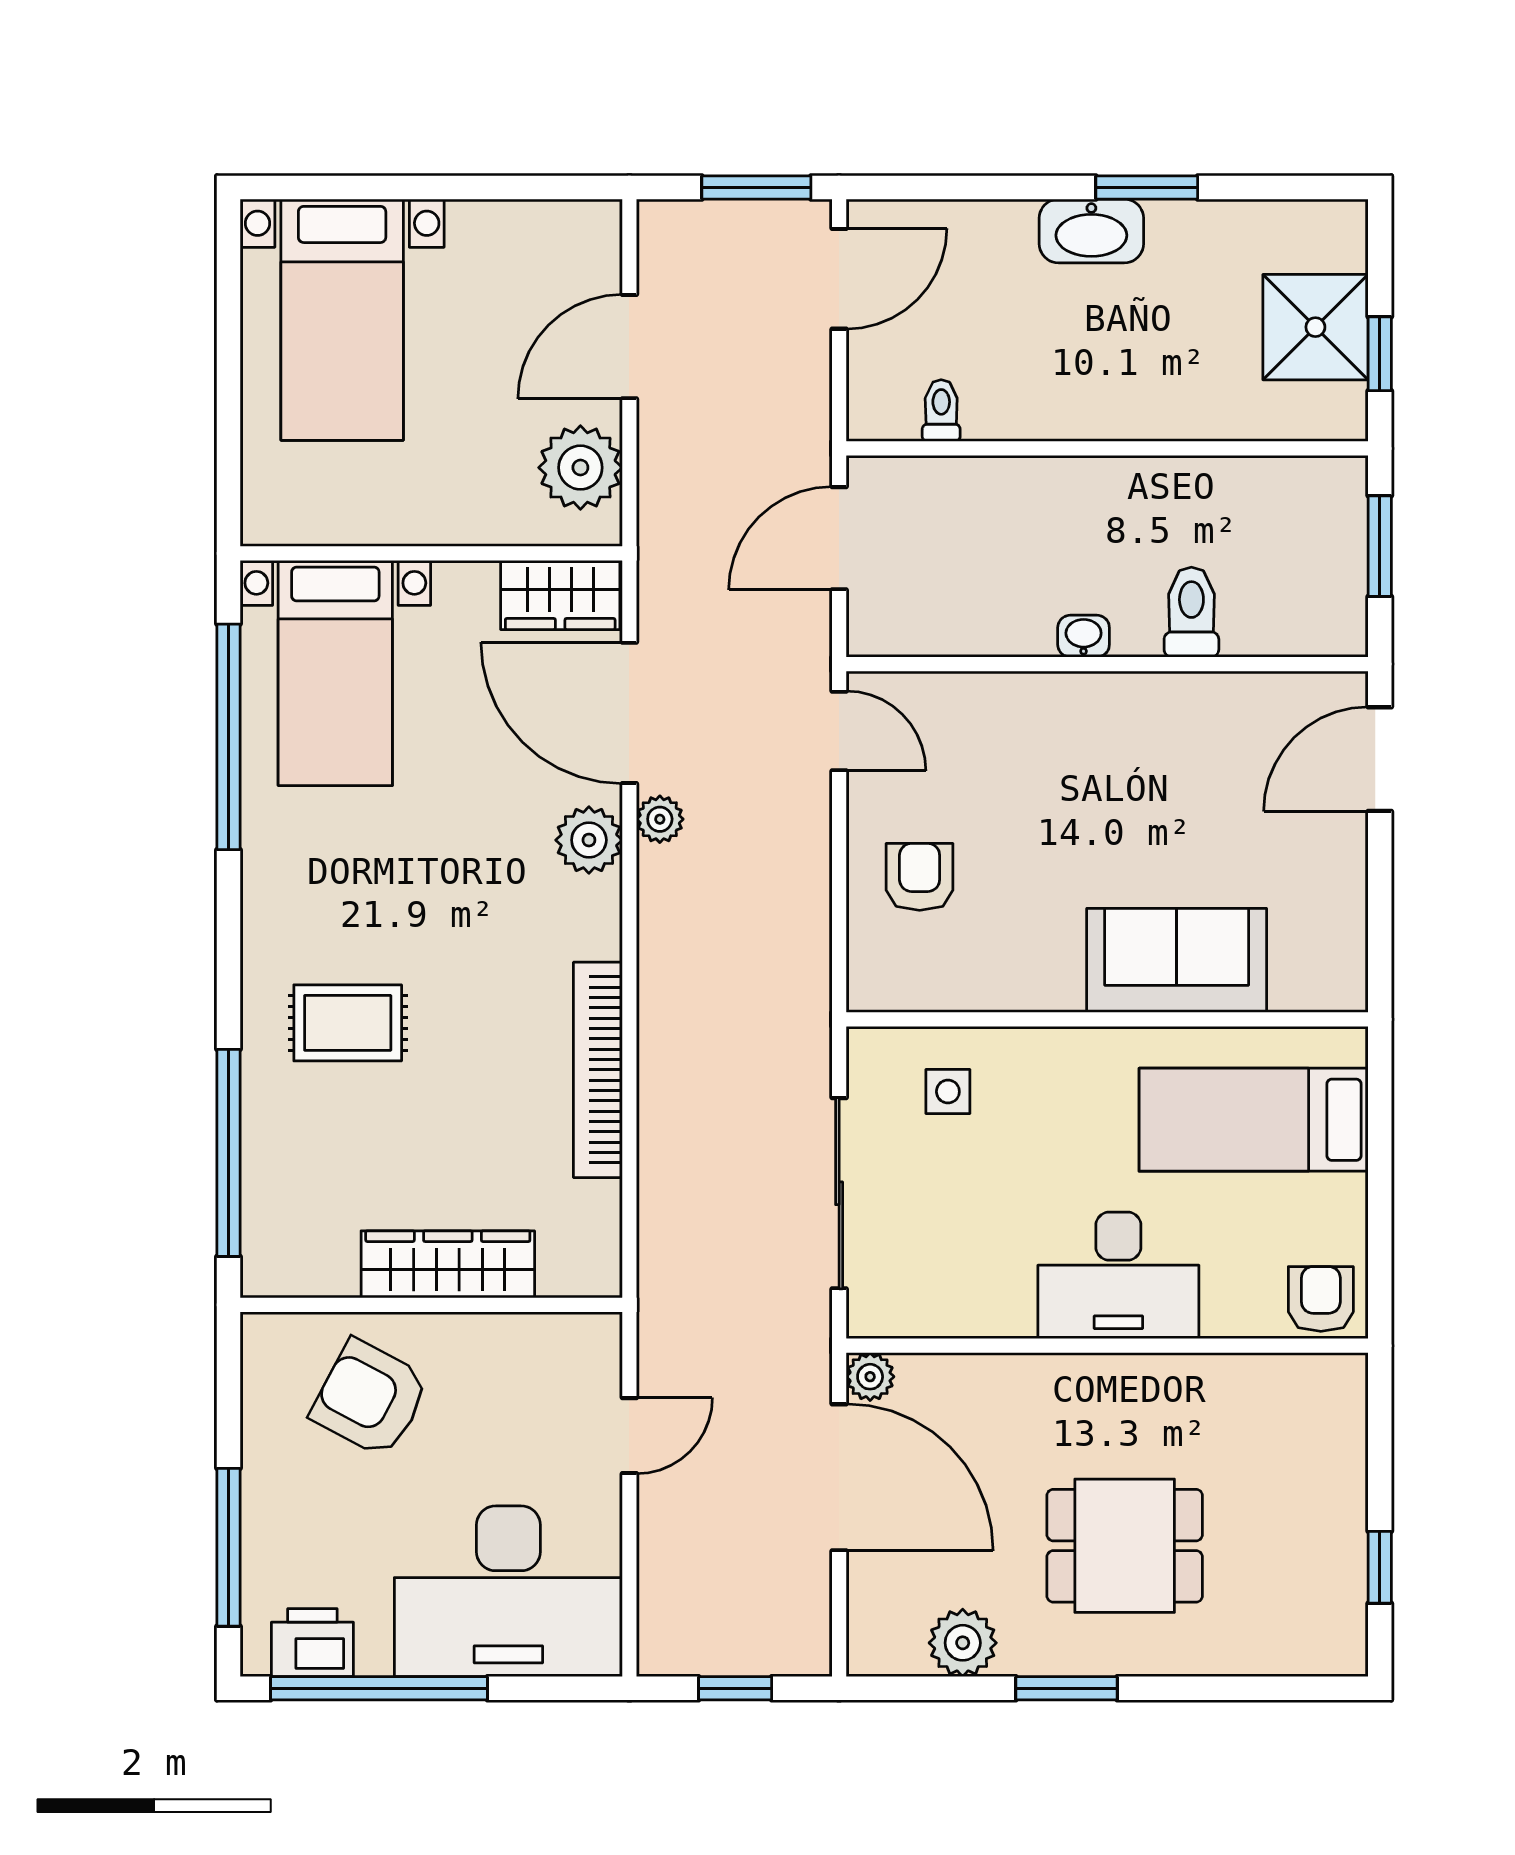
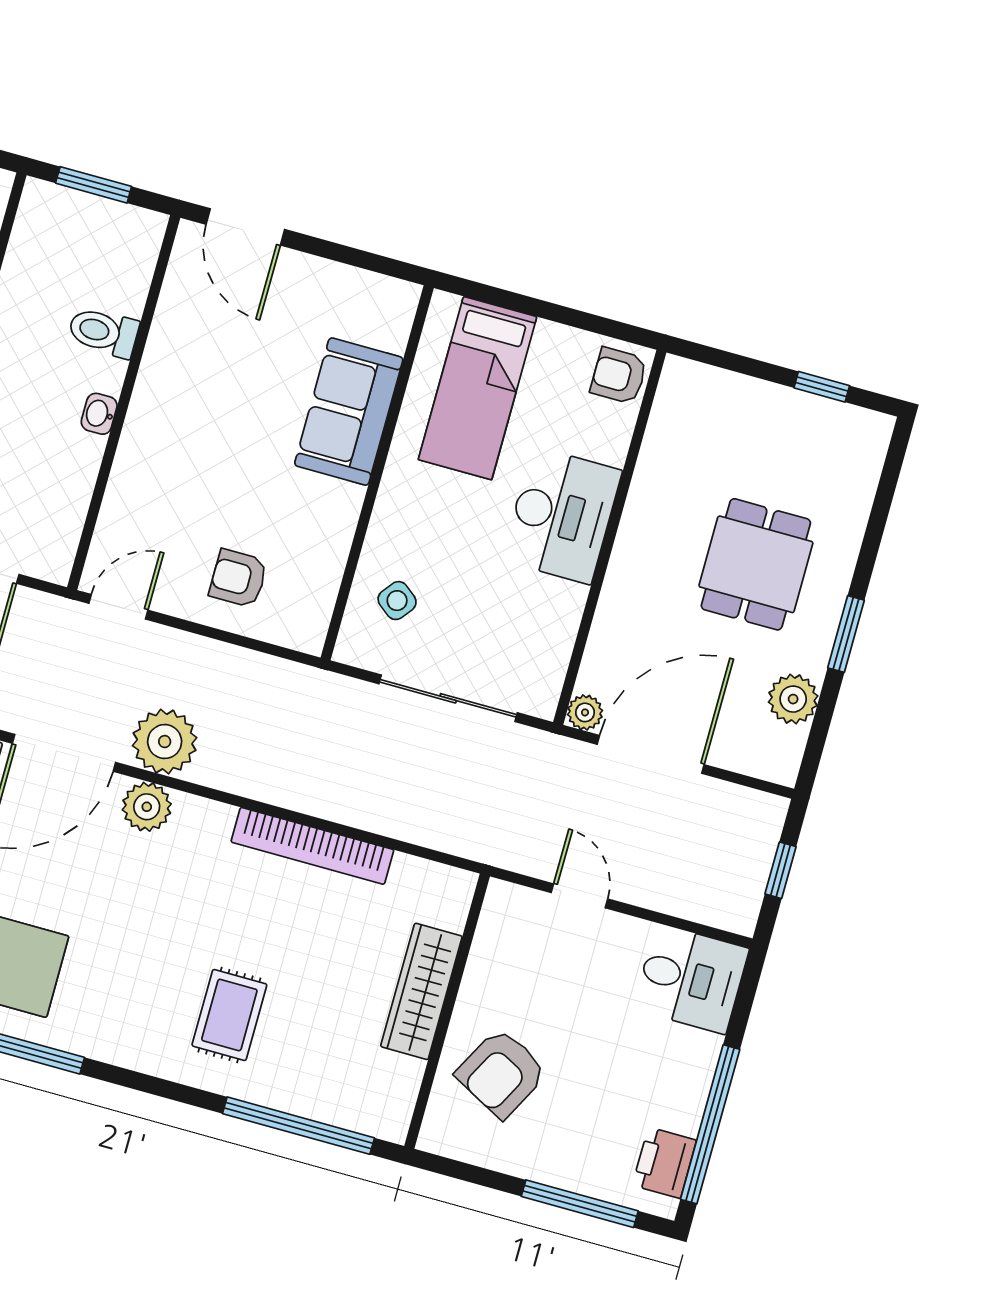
plant: (660, 819) -> (165, 742), width x1.87, depth x1.87
side table: (948, 1092) -> (397, 601), turned 38
desk: (508, 1591) -> (691, 979), width x0.53, depth x0.77

